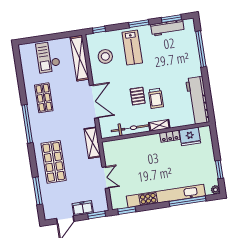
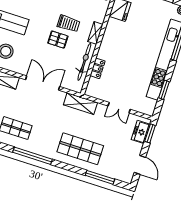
locker: (170, 136) -> (98, 68), moved
double door: (105, 178) -> (119, 108), swing flipped
freezer: (83, 208) -> (141, 132), moved
window: (127, 210) -> (164, 90), moved

